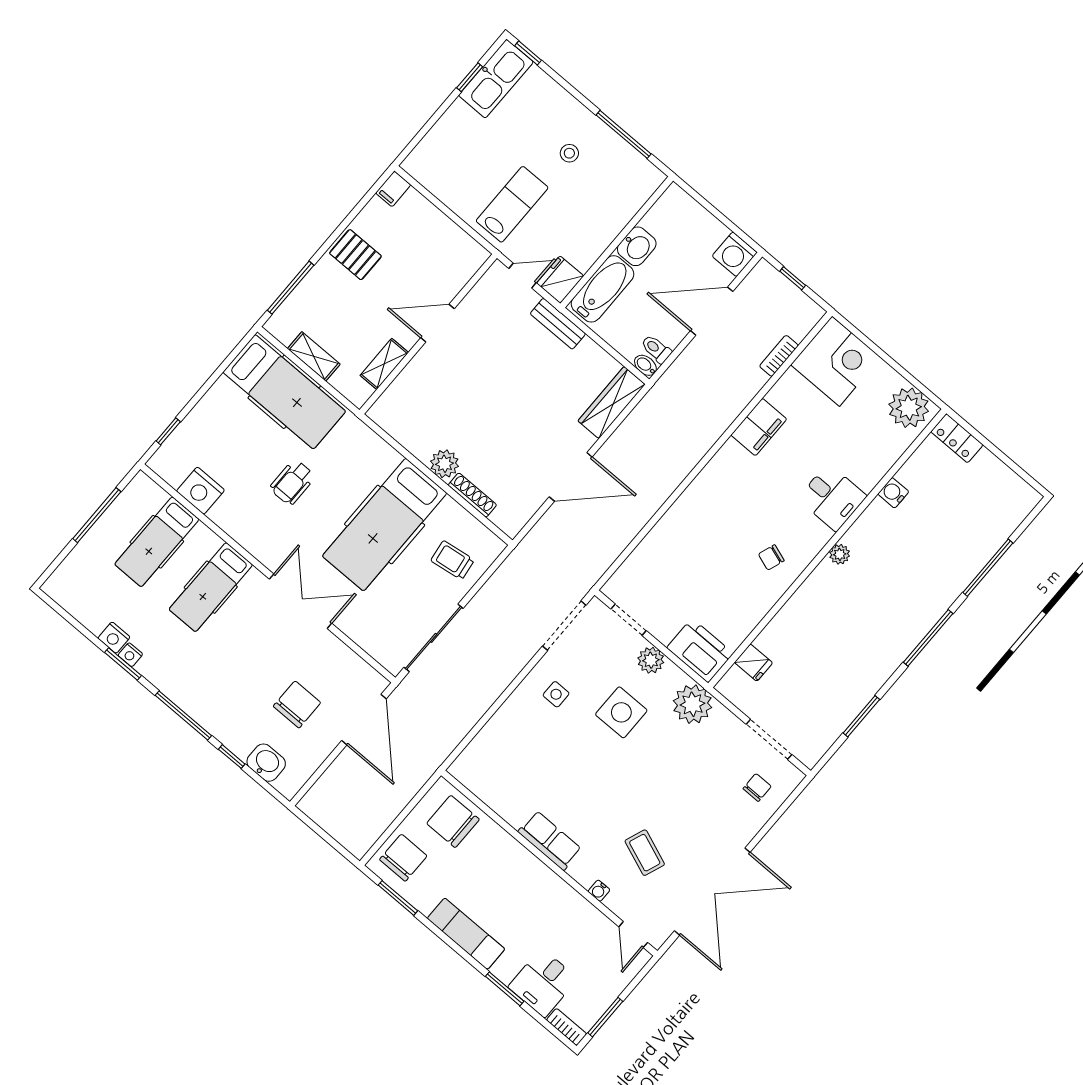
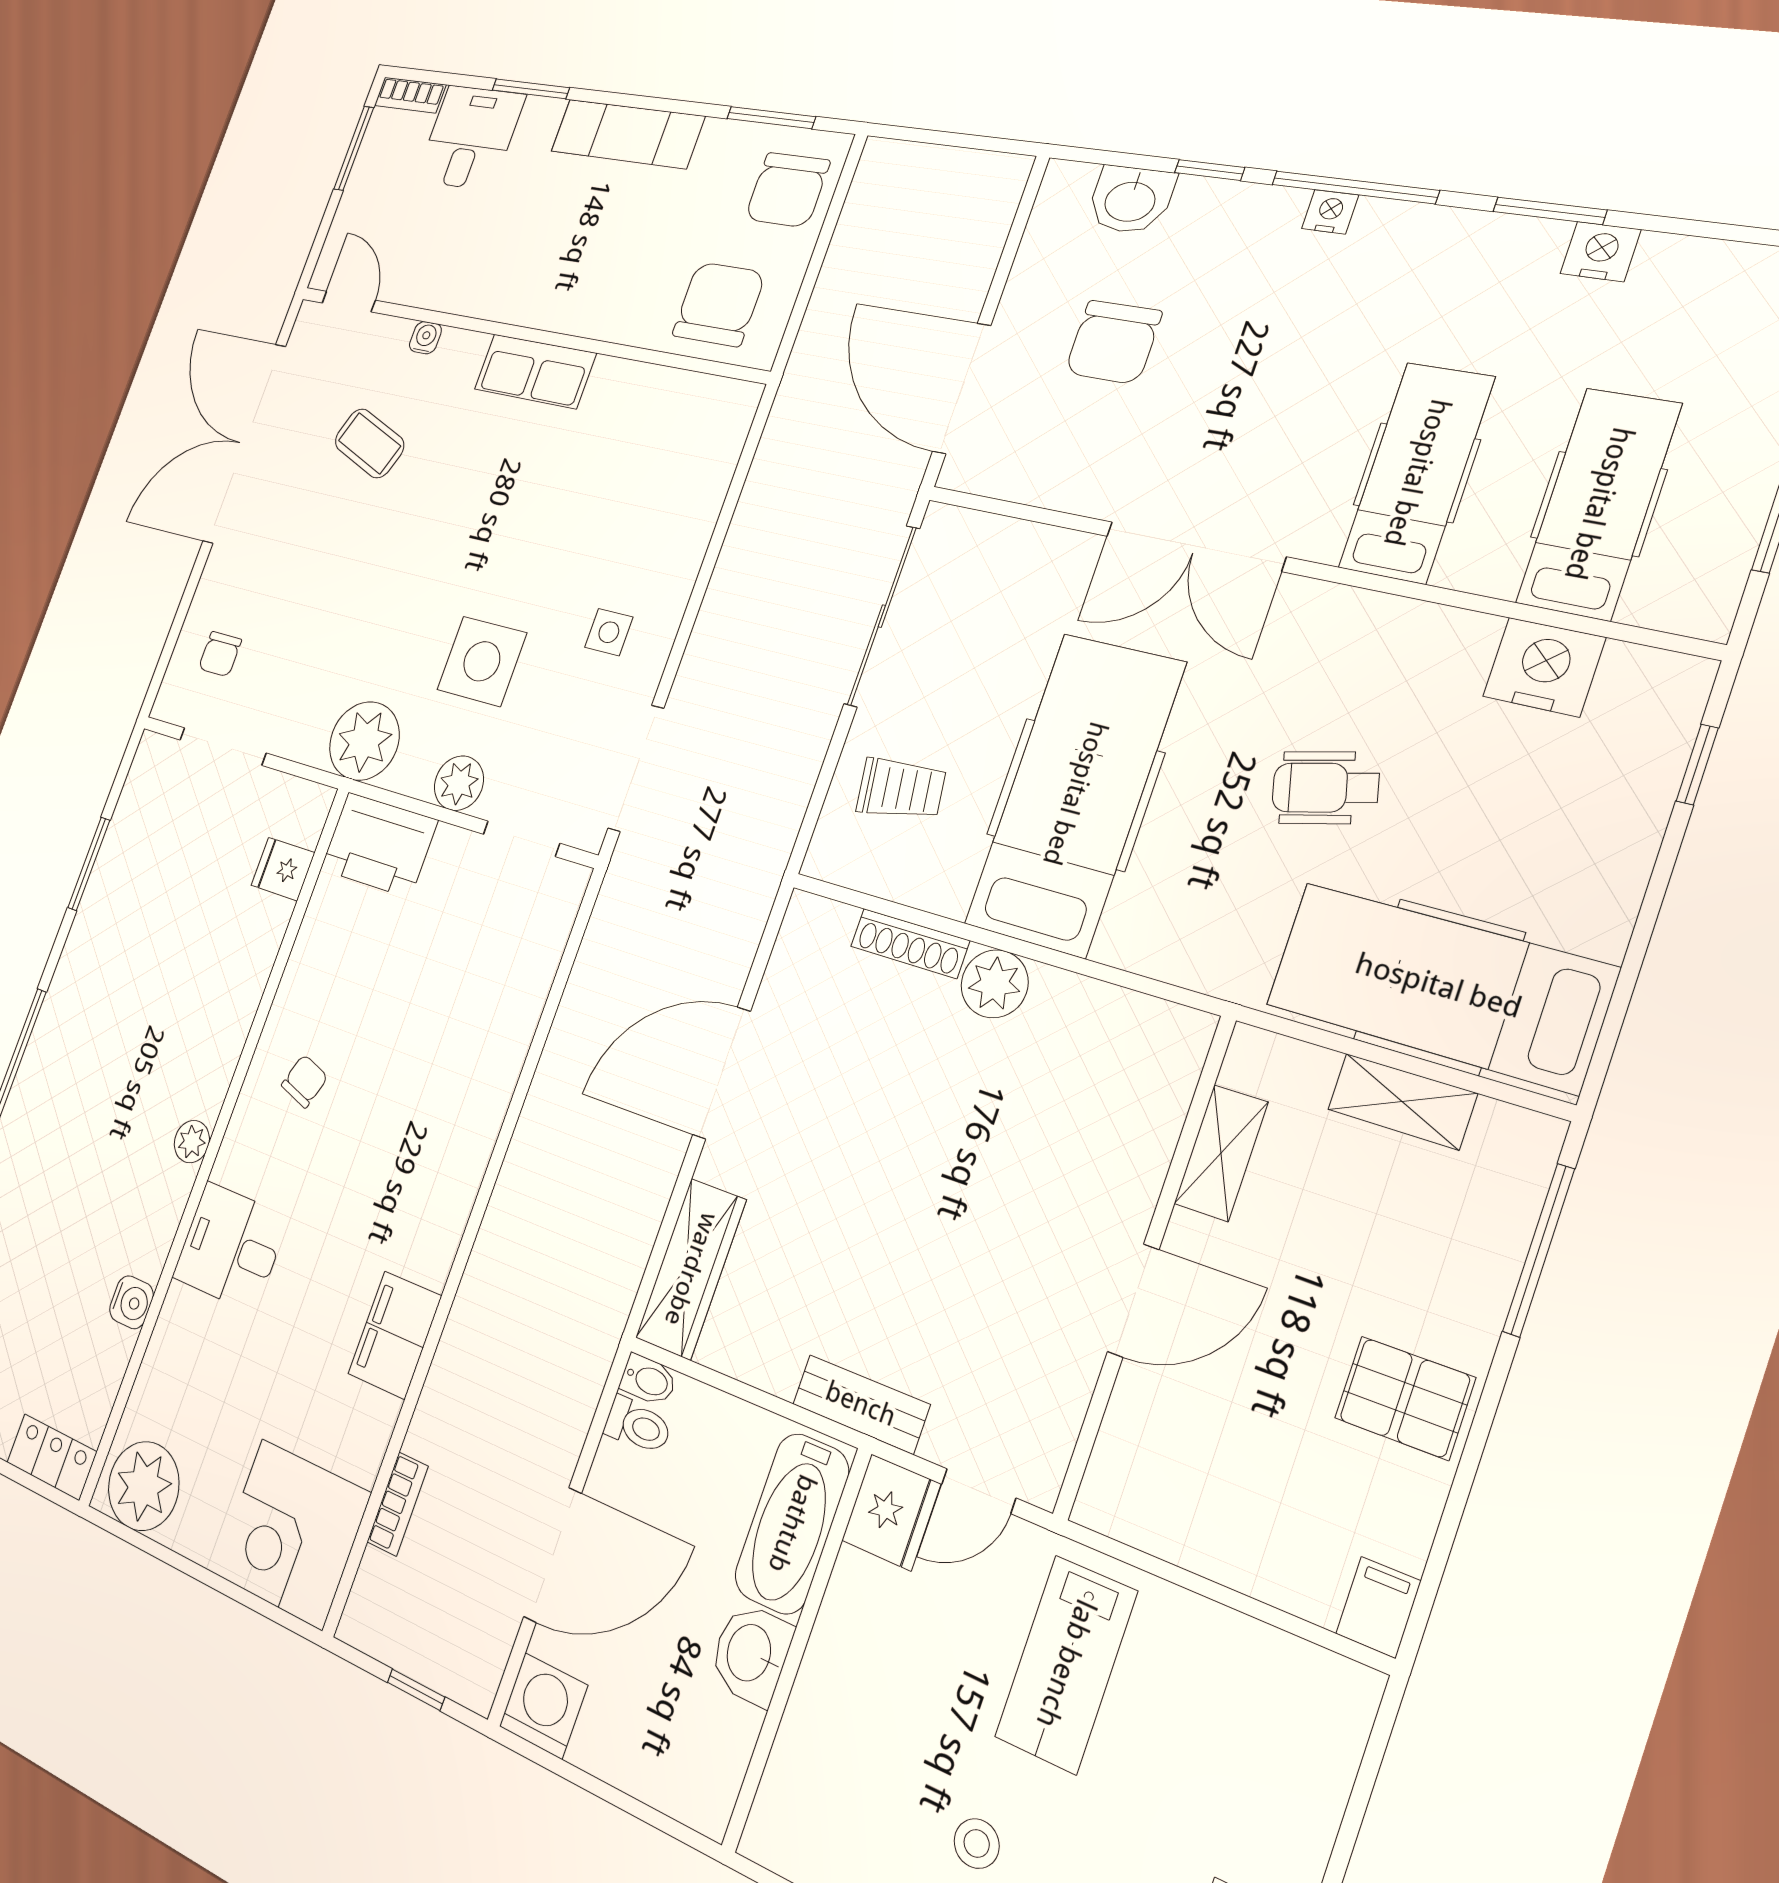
wheelchair: (292, 482) -> (1325, 788), turned -104
nightstand: (130, 655) -> (1330, 212), moved
chair: (453, 821) -> (719, 304), turned -90

